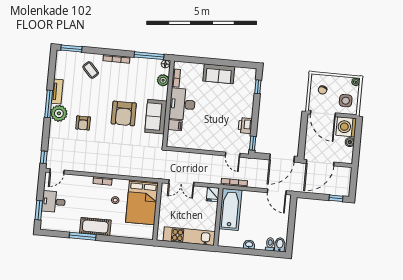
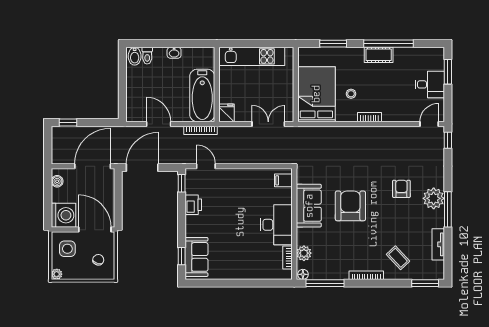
sofa: (219, 74) -> (196, 257), moved, turned 90
tv unit: (57, 92) -> (438, 244), moved
filing cabinet: (175, 125) -> (283, 180), moved
boiler: (350, 142) -> (57, 181), moved
door: (277, 192) -> (159, 124), moved
cot: (95, 227) -> (379, 55), width x0.73, depth x0.75
window: (83, 236) -> (388, 44), width x1.46
window: (125, 240) -> (333, 44), added

